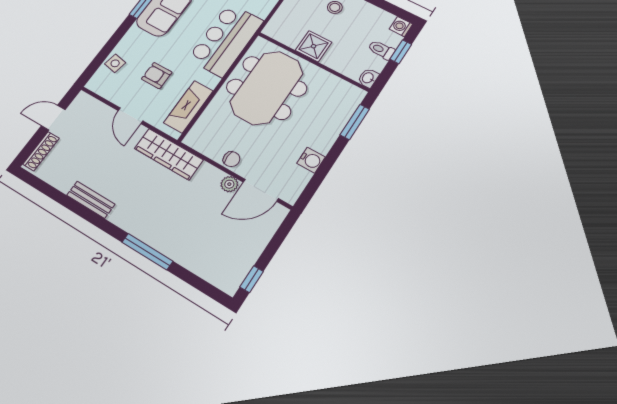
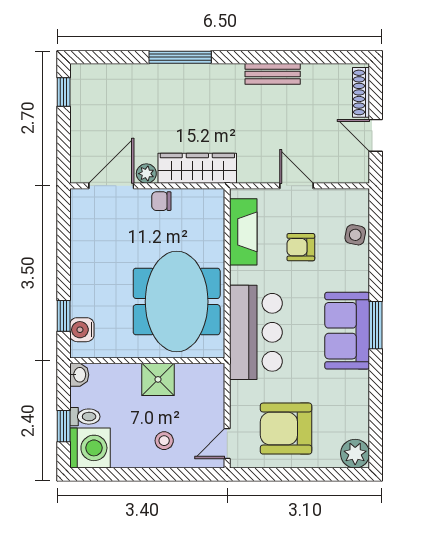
washing machine: (401, 27) -> (90, 448), width x1.89, depth x1.89
armchair: (157, 76) -> (301, 247), turned 180
door: (53, 118) -> (376, 135), swing flipped
window: (355, 122) -> (64, 316), width x0.67
wardrobe: (169, 154) -> (197, 168), moved
water cooler: (311, 160) -> (82, 330), moved

